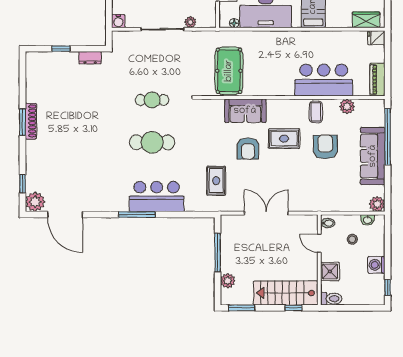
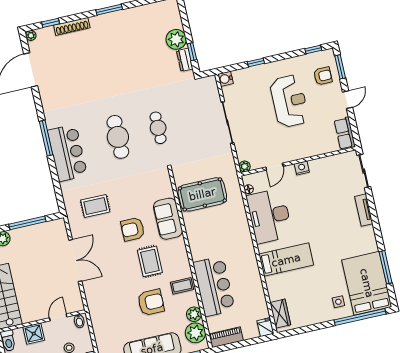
plant: (190, 22) -> (245, 166), moved
window: (61, 49) -> (192, 52), moved
plant: (68, 62) -> (176, 39), added
plant: (366, 109) -> (195, 333), added
shoe rack: (31, 121) -> (72, 26), moved
plant: (35, 202) -> (31, 35), width x0.53, depth x0.53

